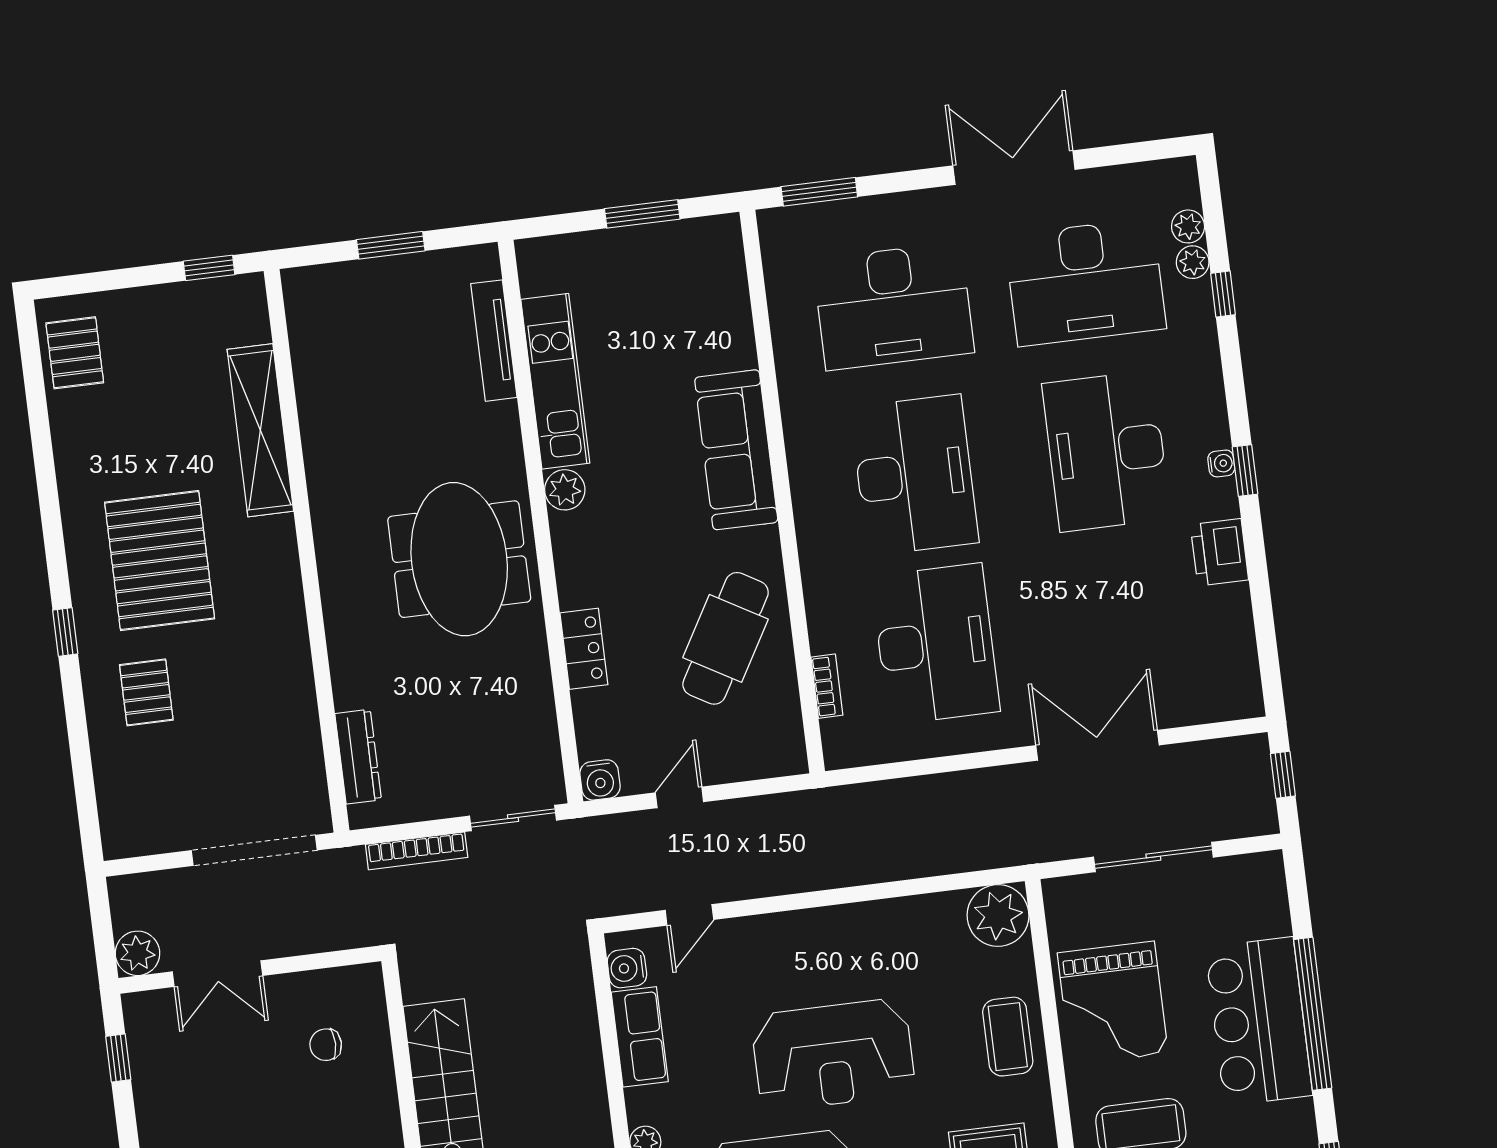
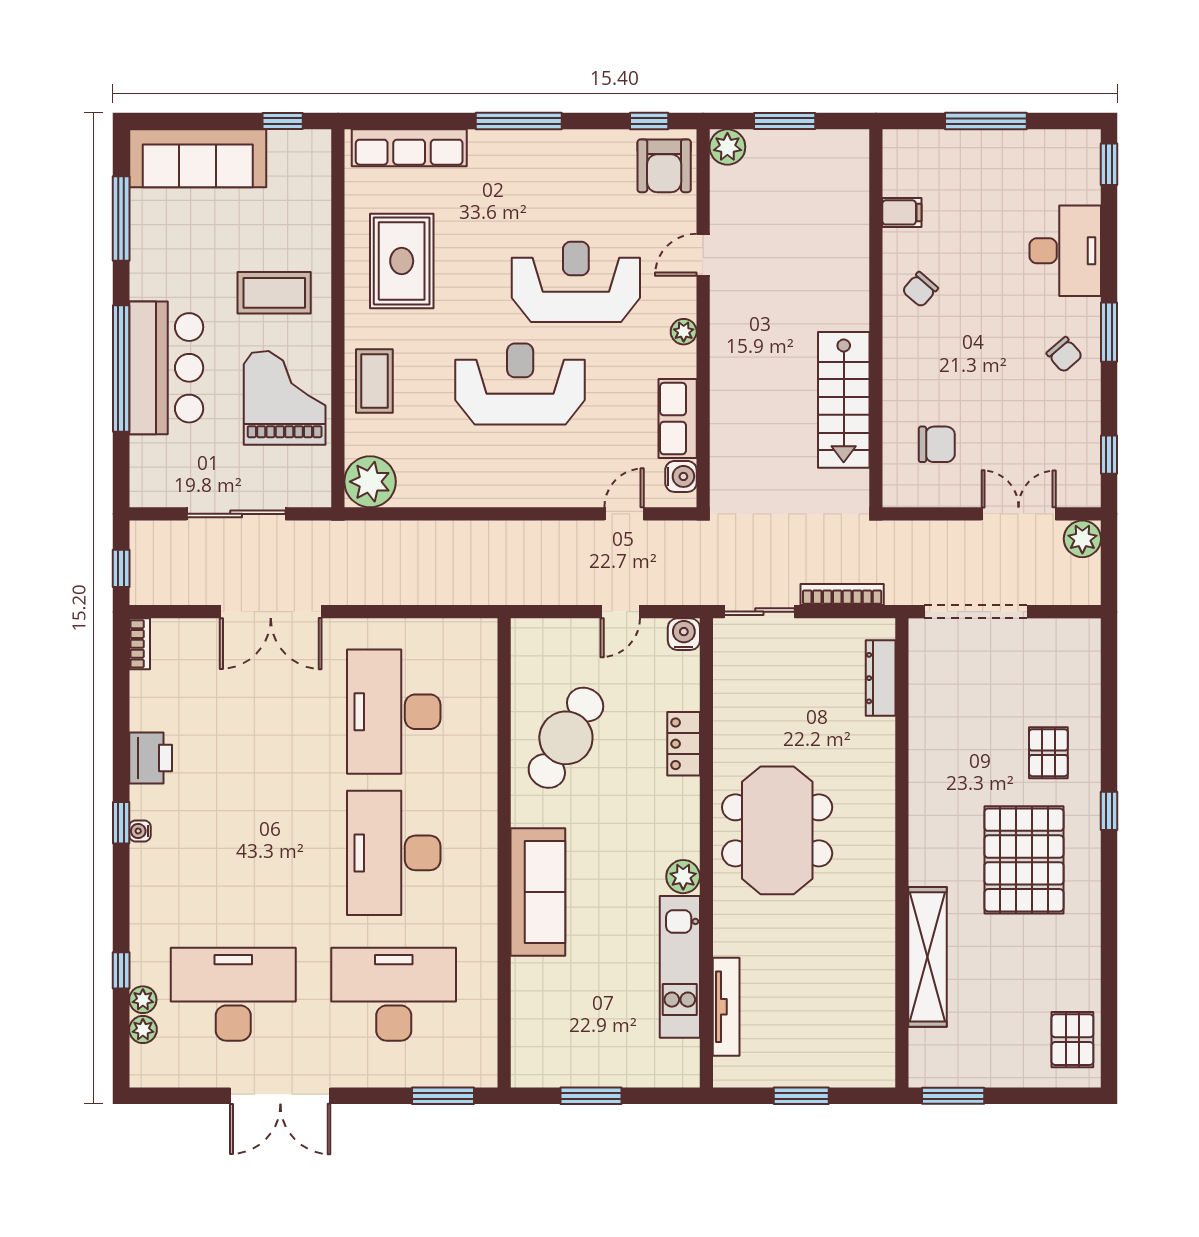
window: (209, 268) -> (953, 1096), width x1.50
desk: (1106, 451) -> (233, 853), removed
bookcase: (827, 686) -> (140, 644), moved, turned 180
chair: (326, 1045) -> (937, 444), width x1.37, depth x1.37

